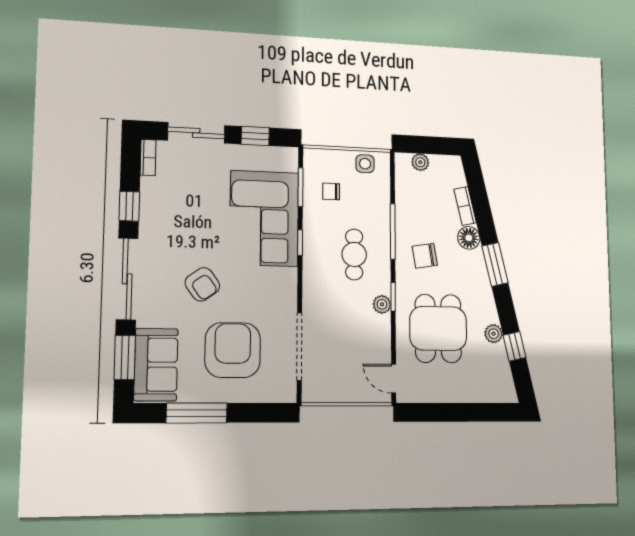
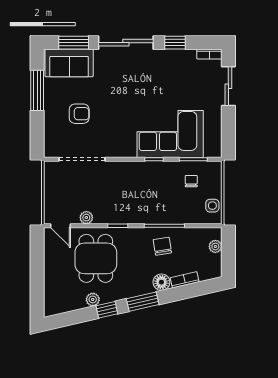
window: (255, 136) -> (228, 127), removed
cafe table: (354, 254) -> (147, 198), removed
chair: (425, 256) -> (162, 246), moved
armchair: (202, 284) -> (123, 92), removed
plant: (382, 304) -> (86, 218), moved
dining table: (438, 328) -> (96, 258), turned 90
window: (514, 346) -> (107, 310), moved
armchair: (233, 350) -> (79, 114), width x0.53, depth x0.53
door: (394, 379) -> (60, 226), swing flipped

